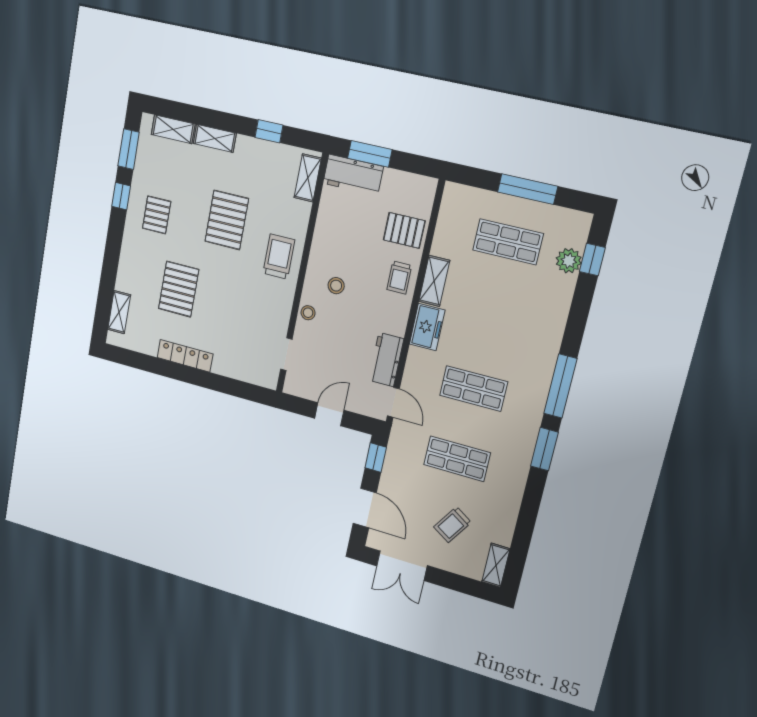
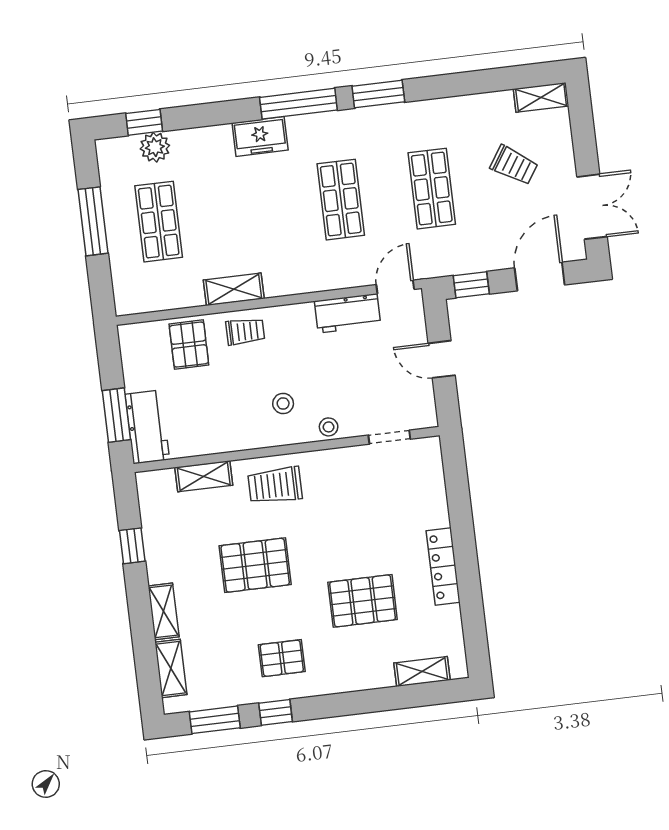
shelving: (308, 178) -> (204, 476), moved
freezer: (427, 327) -> (260, 137), moved, turned 180

